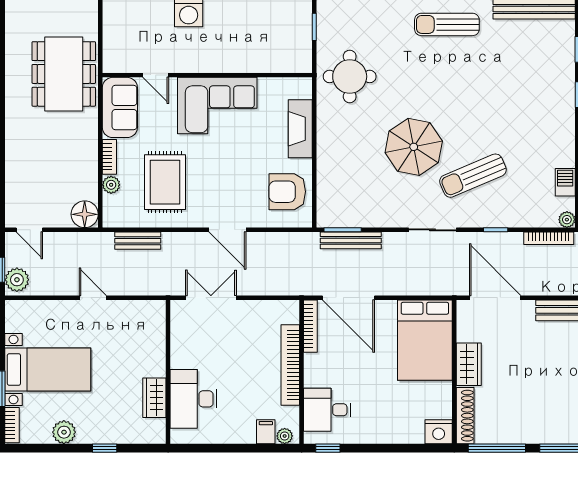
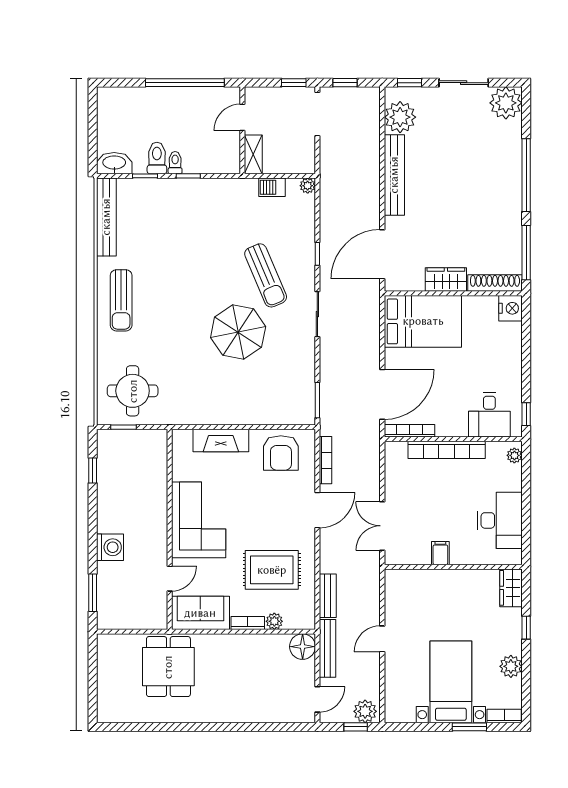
dining table: (64, 74) -> (168, 667), width x0.73
round table: (350, 76) -> (133, 391), moved
bookcase: (549, 238) -> (326, 460), moved
bench: (351, 240) -> (328, 648), moved
wardrobe: (154, 398) -> (511, 588), moved, turned 90
desk: (193, 399) -> (500, 520), moved, turned -90
filing cabinet: (266, 432) -> (440, 553), moved, turned 90

